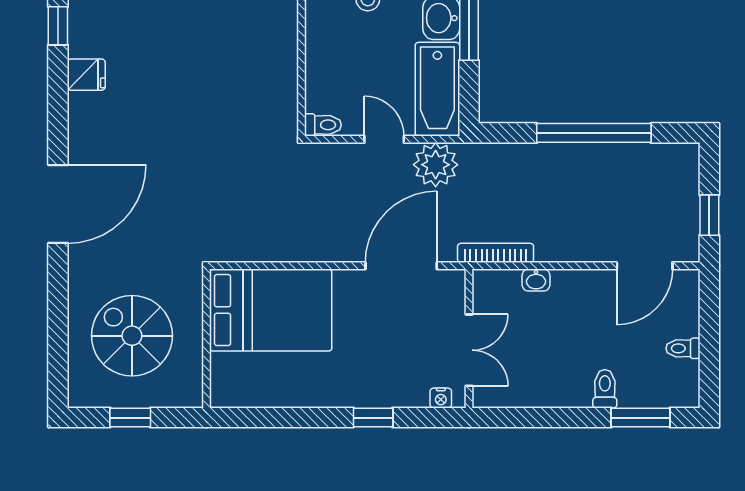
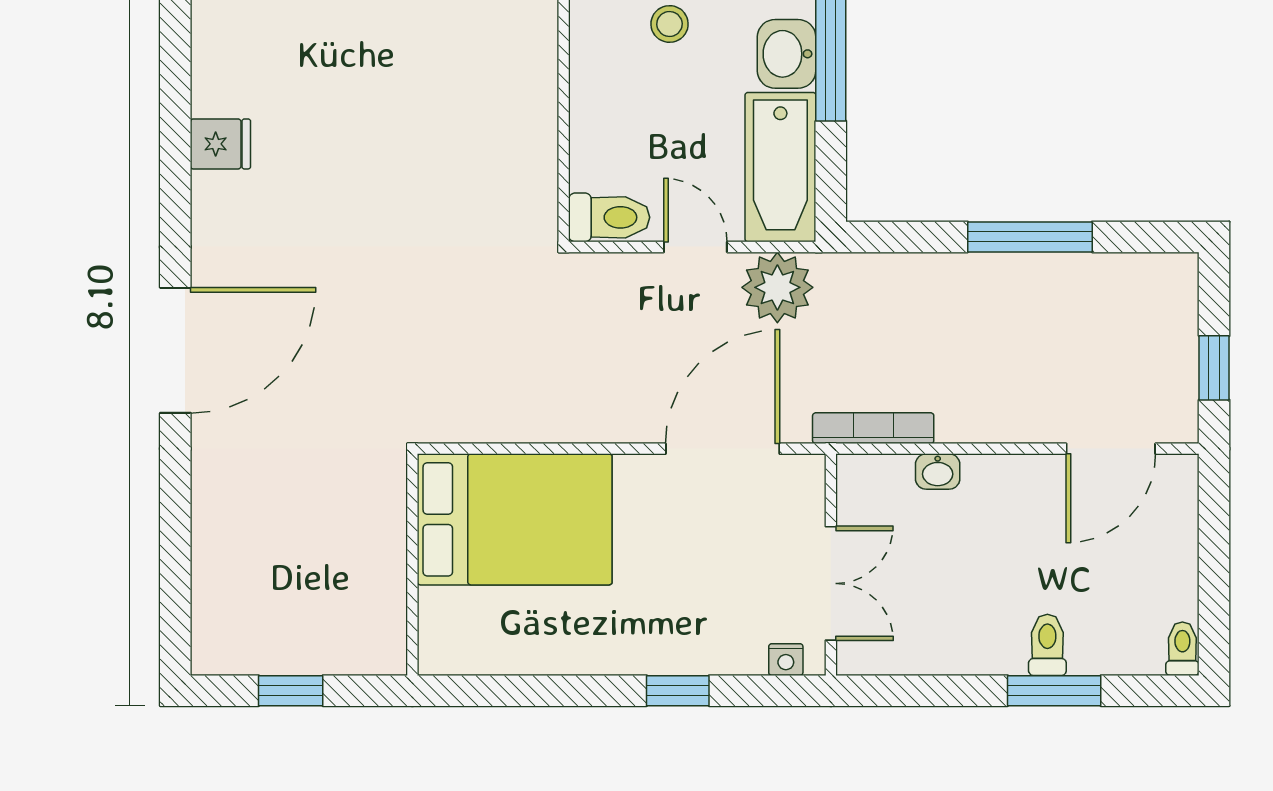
window: (58, 26) -> (175, 66), removed
toilet: (323, 125) -> (609, 217), width x1.37, depth x1.39
window: (594, 133) -> (1030, 237), width x0.68
spiral stairs: (132, 336) -> (293, 560), removed
toilet: (683, 348) -> (1182, 649), moved, turned 90
window: (641, 418) -> (1054, 691), moved

